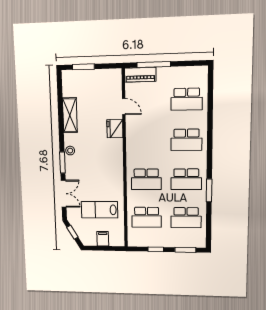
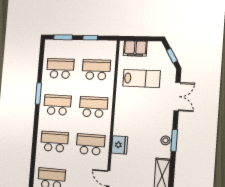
fridge: (115, 129) -> (120, 145), moved
school desk: (146, 140) -> (90, 144), added
window: (62, 163) -> (174, 140), moved
double door: (64, 194) -> (177, 97), swing flipped
filing cabinet: (103, 239) -> (135, 48), width x2.00

